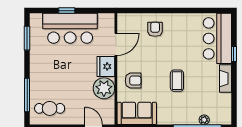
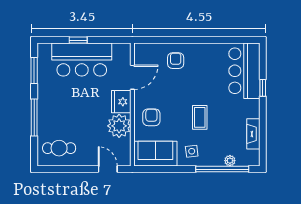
fireplace: (225, 79) -> (253, 134), moved
armchair: (133, 81) -> (151, 117), turned -90
window: (27, 95) -> (34, 118), moved
side table: (170, 111) -> (192, 151), added

